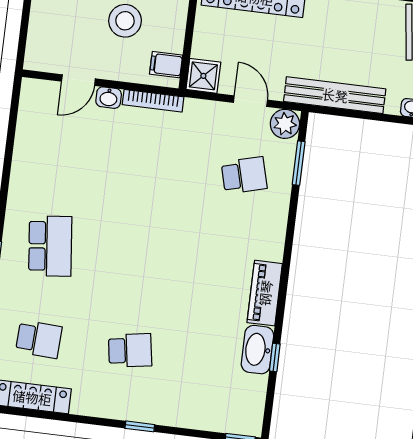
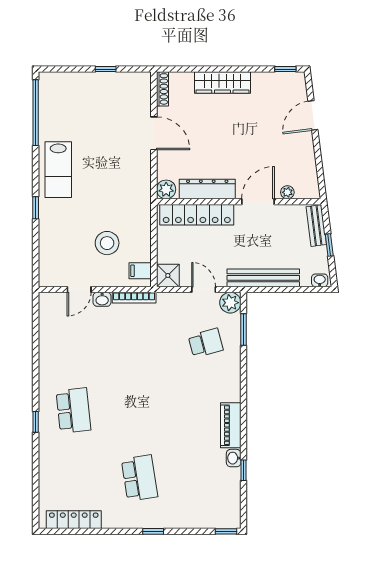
school desk: (39, 339) -> (73, 478), removed
school desk: (130, 350) -> (140, 478), width x1.85
washbasin: (257, 350) -> (234, 458), width x0.52, depth x0.69

